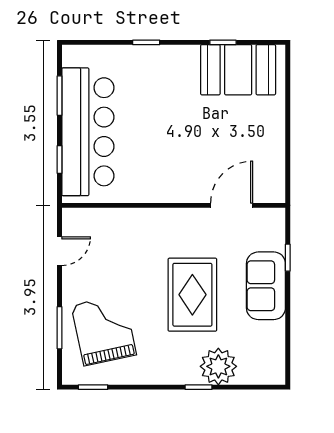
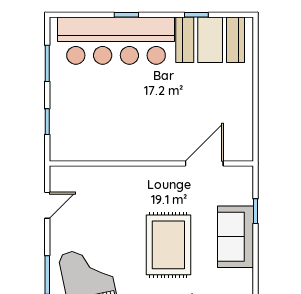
bar counter: (88, 132) -> (116, 41), moved, turned 90

